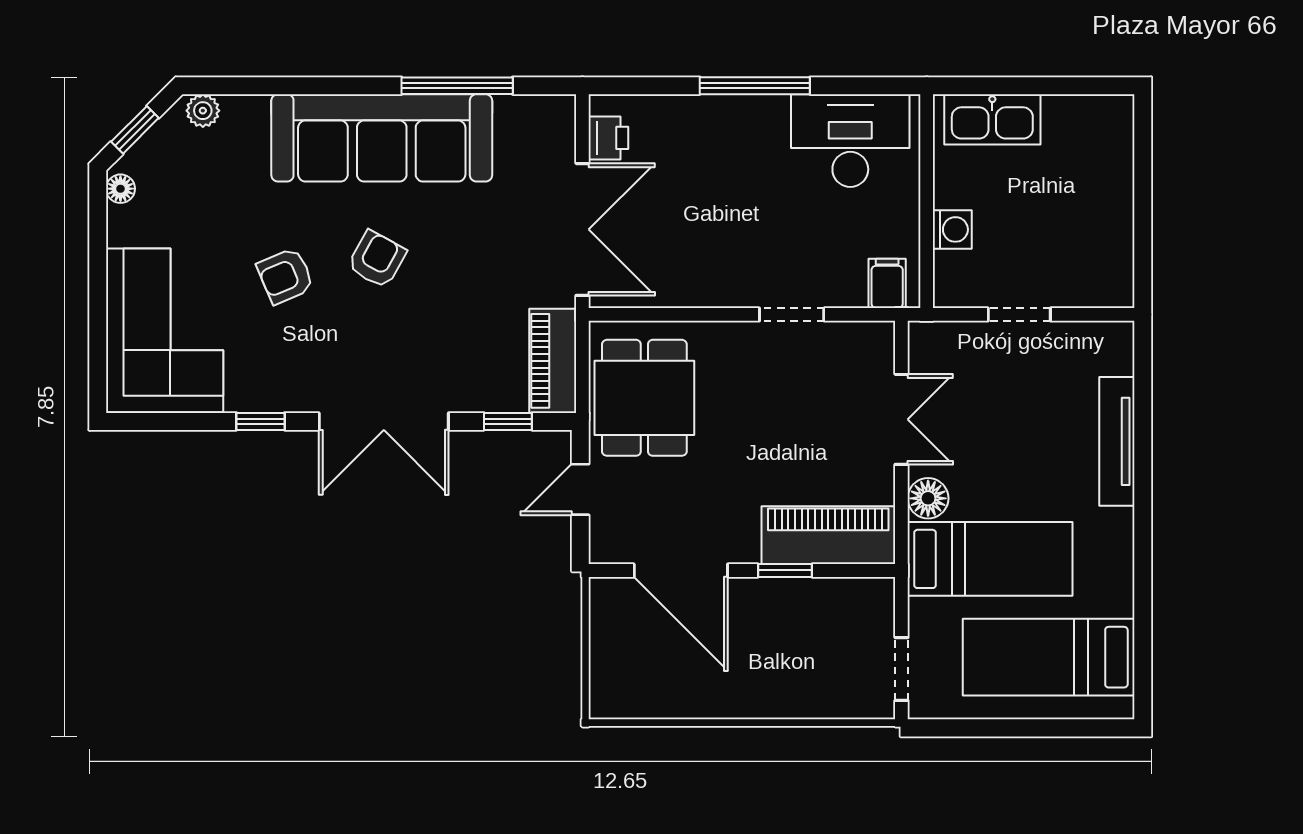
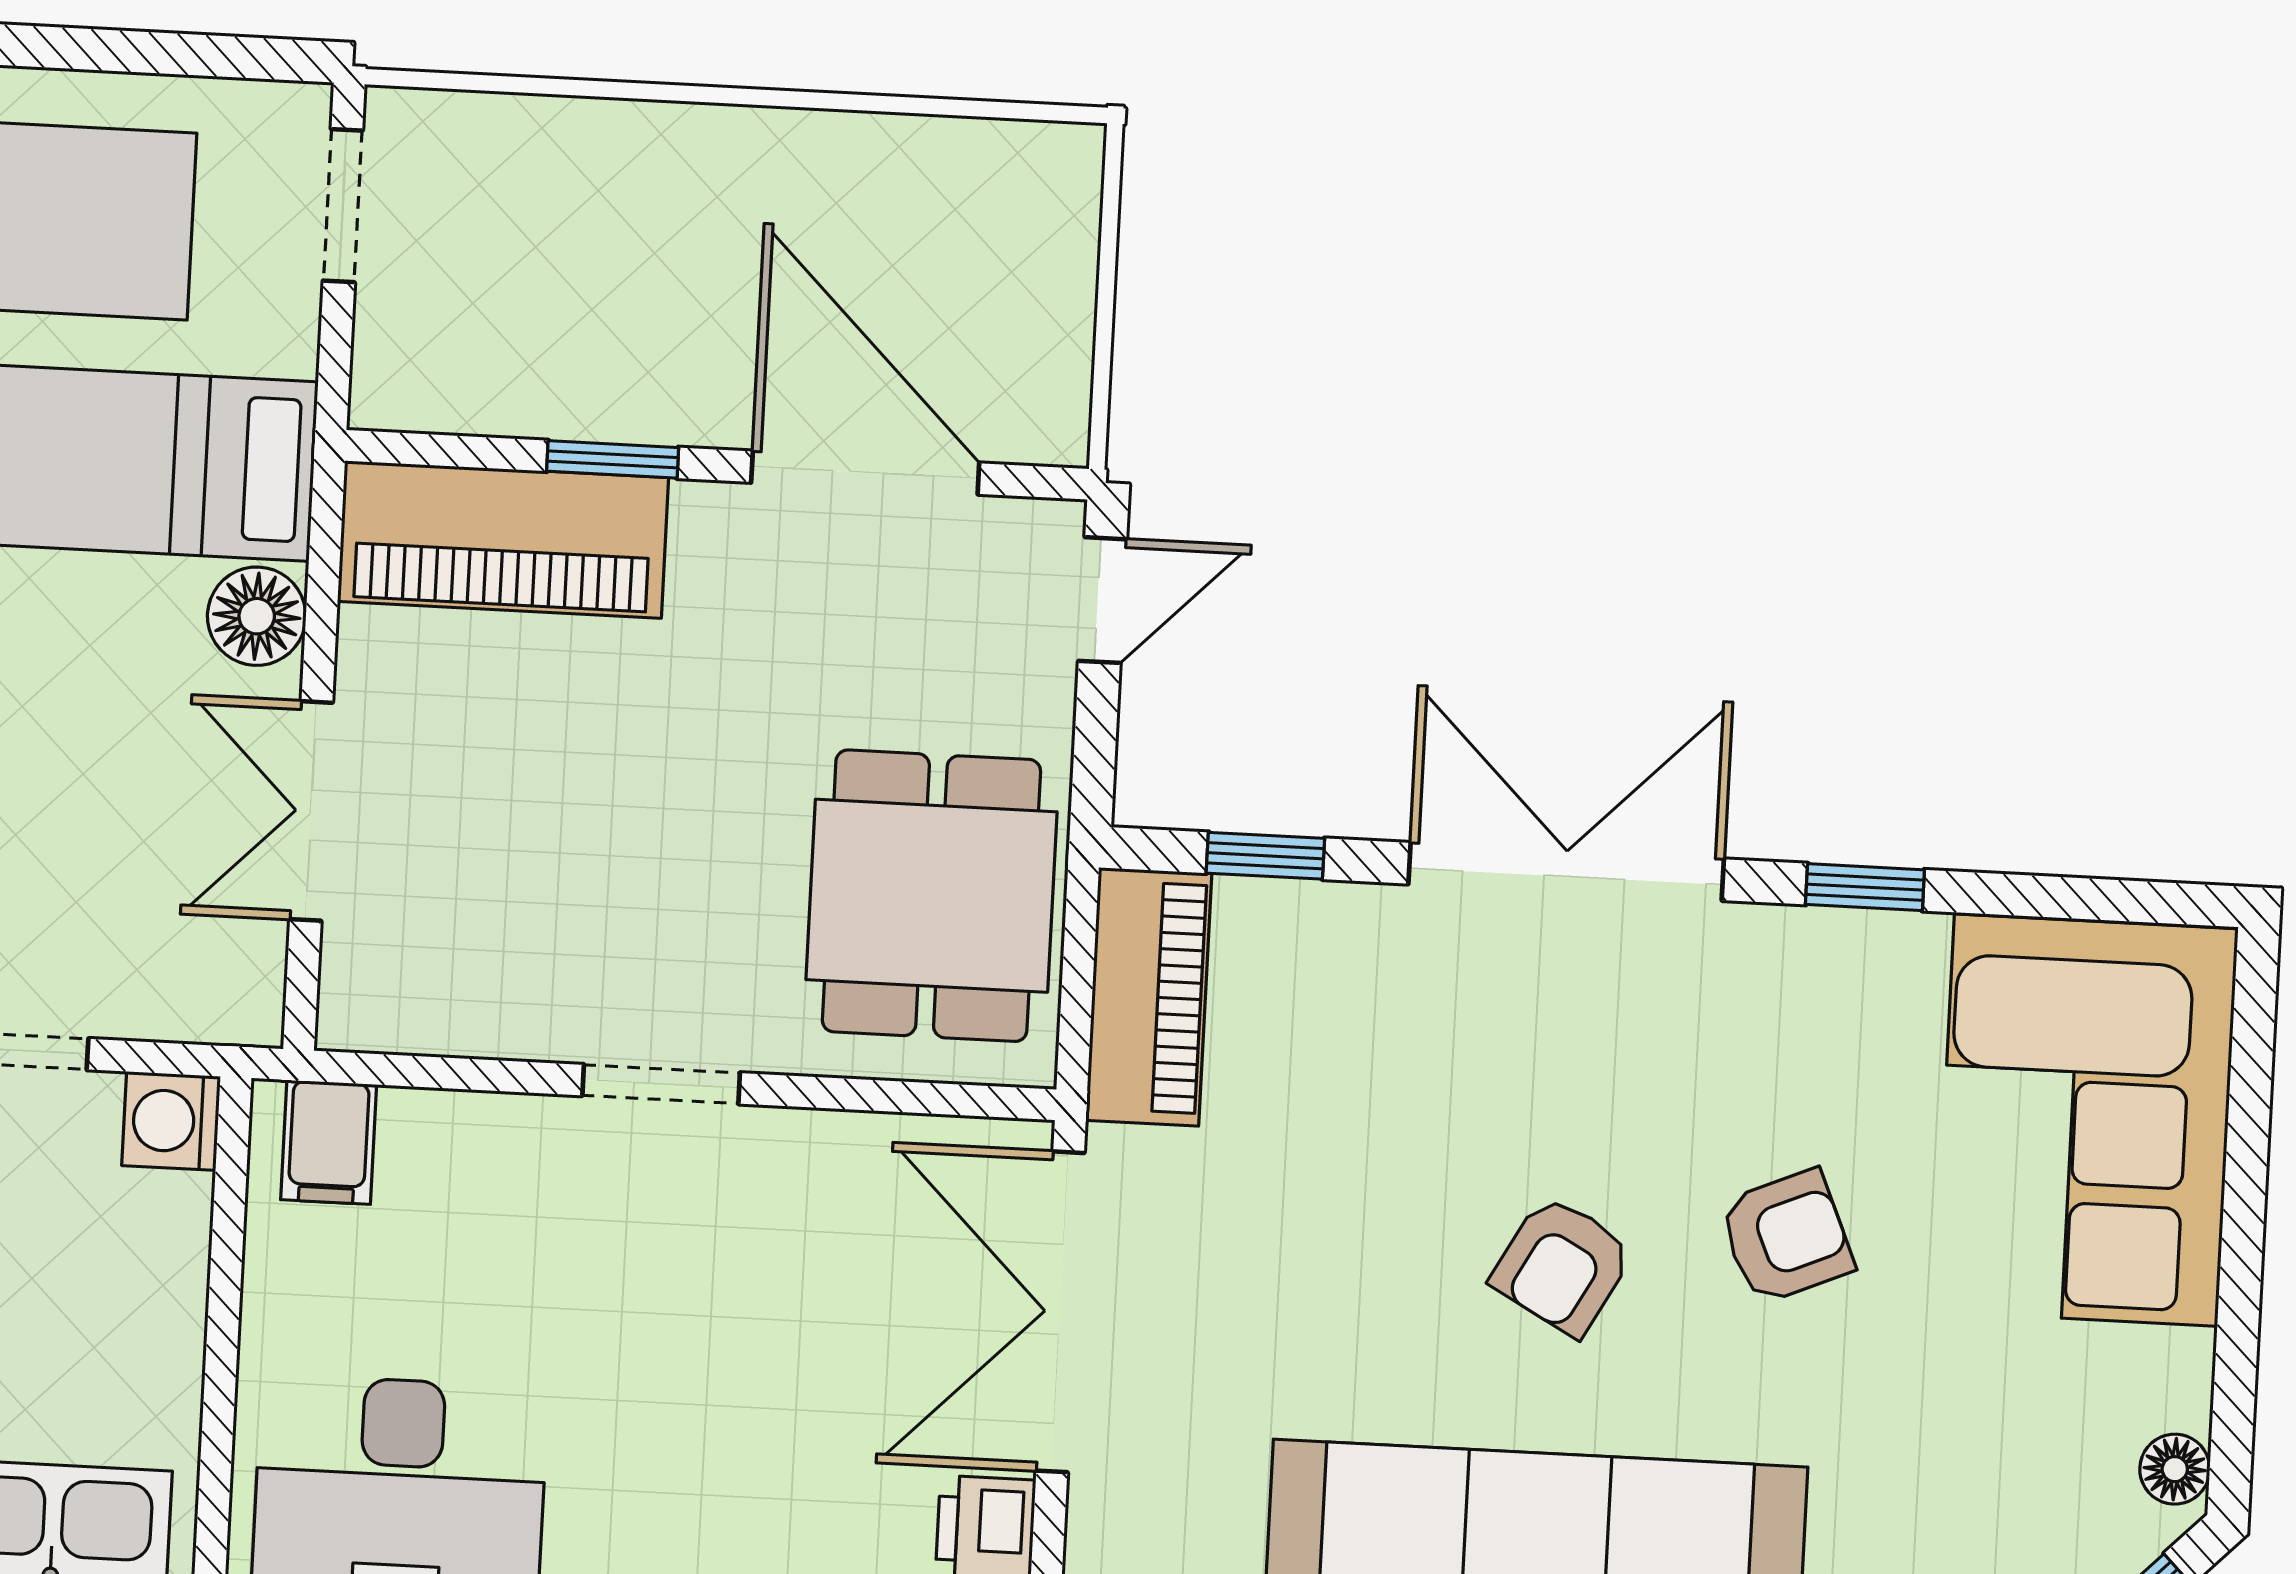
washing machine: (952, 229) -> (171, 1121), moved
doorway: (792, 314) -> (661, 1084), moved
door: (580, 489) -> (1103, 600), moved

